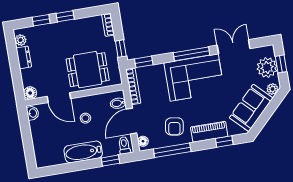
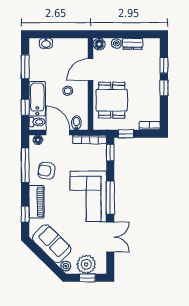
plant: (21, 40) -> (116, 43), moved
washbasin: (33, 113) -> (46, 43), moved
bathtub: (83, 152) -> (37, 99), moved
window: (67, 168) -> (25, 67), added

